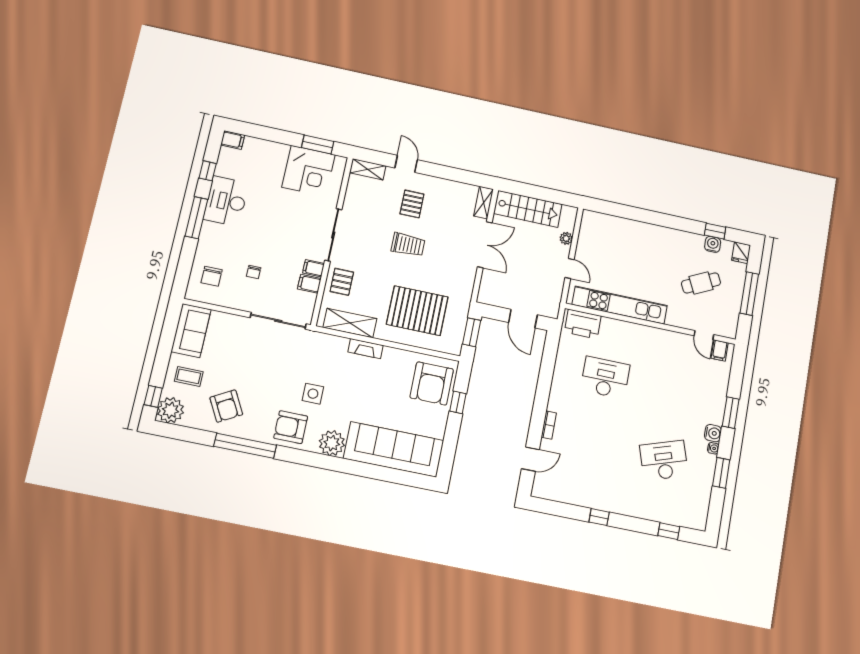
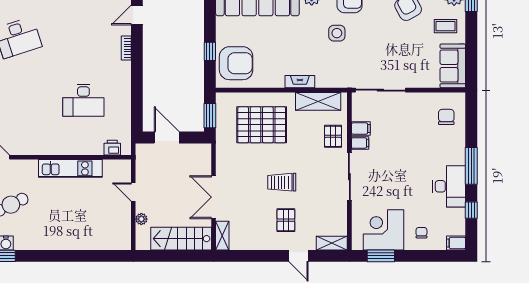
chair: (254, 272) -> (421, 233), moved
kitchen unit: (620, 305) -> (70, 168), width x0.73
printer: (583, 324) -> (112, 148), width x0.53, depth x0.68
armchair: (432, 383) -> (236, 63), turned 90

